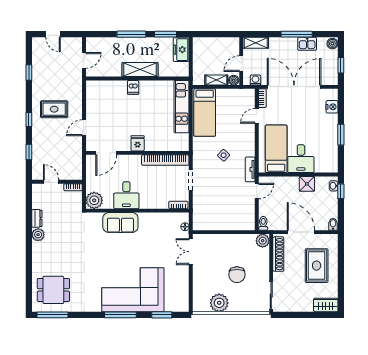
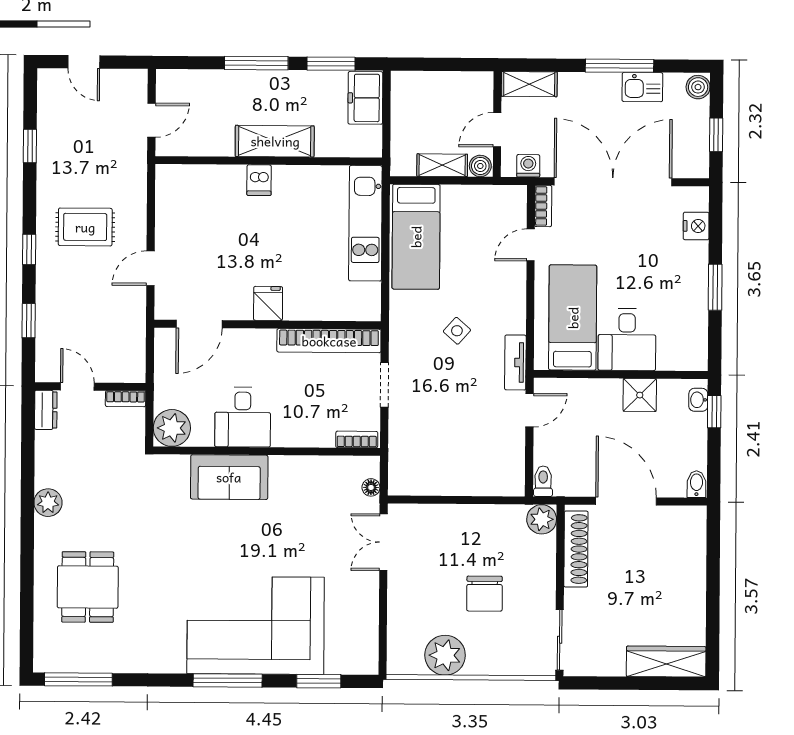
dresser: (37, 218) -> (46, 410), moved
rug: (317, 266) -> (660, 575), removed
dining table: (53, 290) -> (88, 587), moved, turned 90
wardrobe: (326, 305) -> (666, 662), width x1.50

